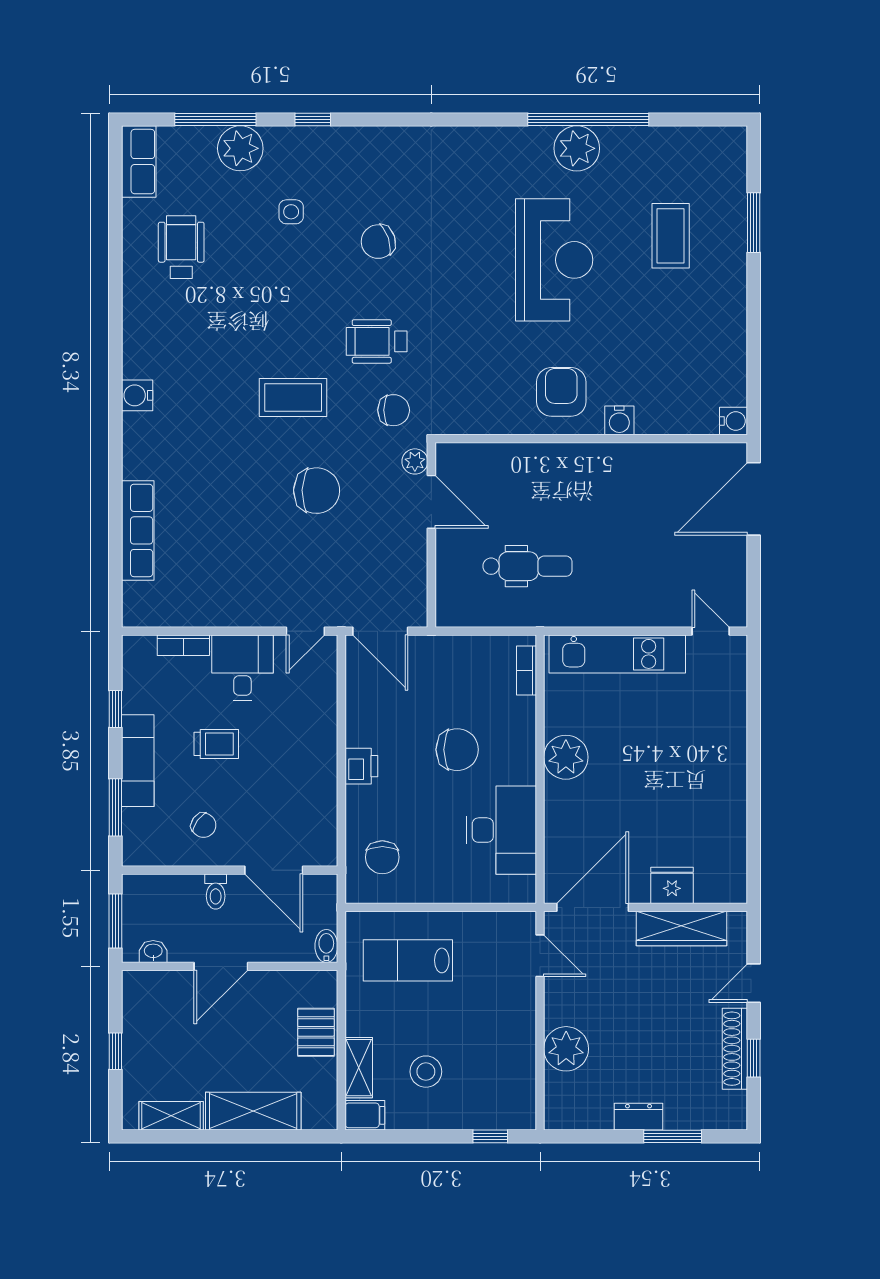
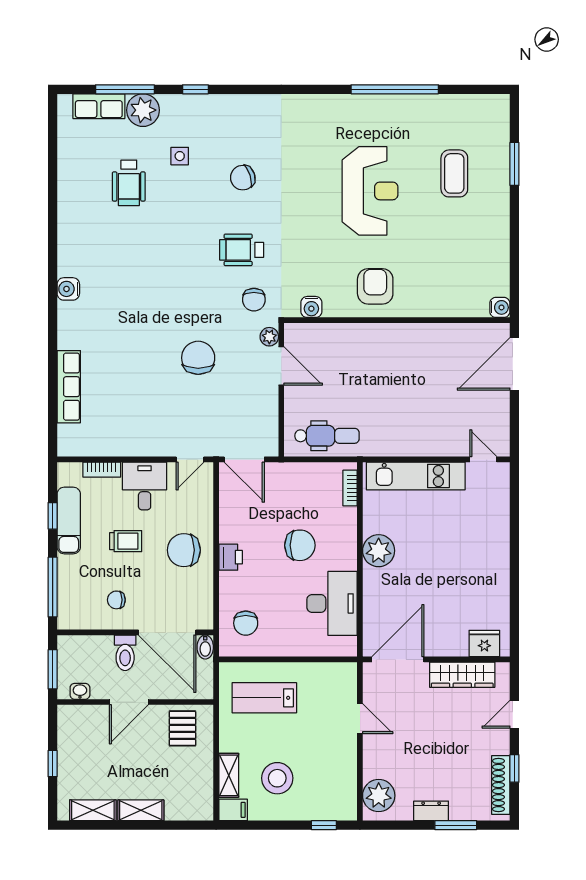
plant: (577, 148) -> (386, 110), removed
row of seats: (139, 162) -> (99, 106), moved, turned 90
wheelchair: (181, 247) -> (129, 183), moved, turned 180
coffee table: (293, 398) -> (181, 290), removed
chair: (394, 410) -> (254, 300), turned 90
water cooler: (619, 420) -> (311, 307), moved
chair: (317, 491) -> (198, 358), turned -92
dental chair: (527, 566) -> (327, 436), moved
chair: (297, 756) -> (184, 550), added
exam couch: (138, 761) -> (69, 520), moved
window: (115, 807) -> (53, 587), width x1.44
chair: (203, 825) -> (116, 600), turned 144
door: (274, 870) -> (167, 632), width x1.36
fridge: (672, 885) -> (484, 643), moved
toilet: (216, 891) -> (125, 653), width x1.37, depth x1.39
bidet: (326, 946) -> (205, 647), moved, turned 180
door: (540, 956) -> (360, 719), moved
pallet: (316, 1032) -> (182, 728), moved
plant: (566, 1049) -> (379, 796), moved
shoe rack: (735, 1049) -> (501, 785), moved
stool: (426, 1072) -> (277, 778), width x1.38, depth x1.38
shelving: (253, 1111) -> (141, 810), width x0.67, depth x0.75

